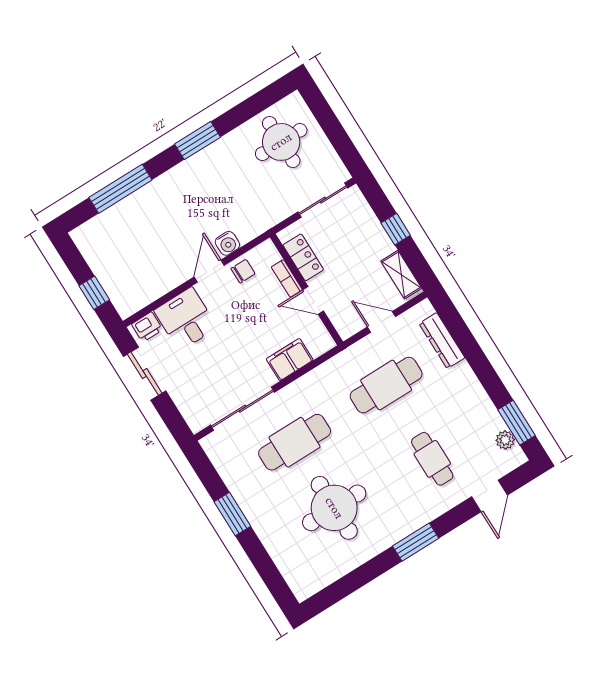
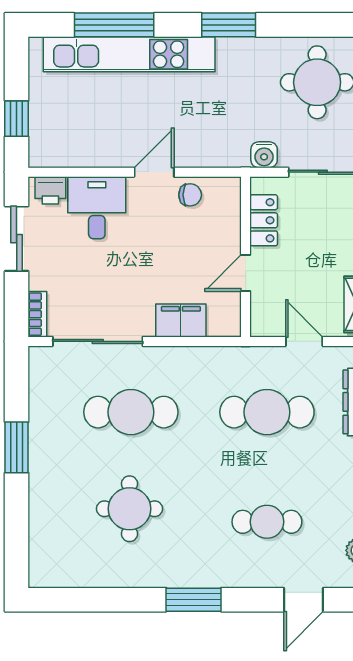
kitchen unit: (143, 202) -> (129, 54), added
water cooler: (227, 243) -> (264, 155), moved
bookcase: (287, 278) -> (37, 314), moved, turned 180
door: (313, 300) -> (246, 273), hinge flipped
cafe table: (432, 459) -> (267, 522), turned 90
round table: (334, 508) -> (129, 509), width x0.73, depth x0.73

